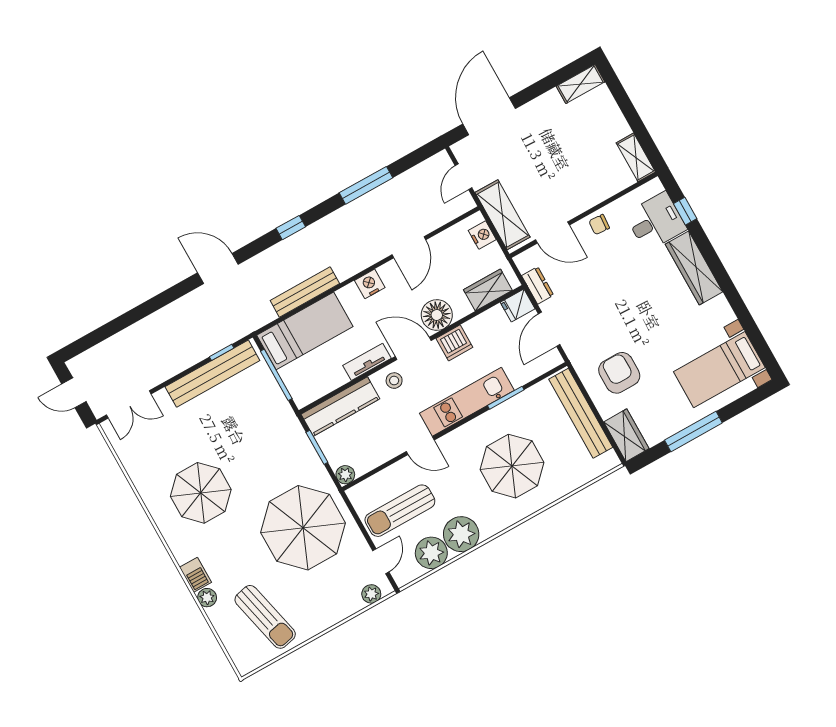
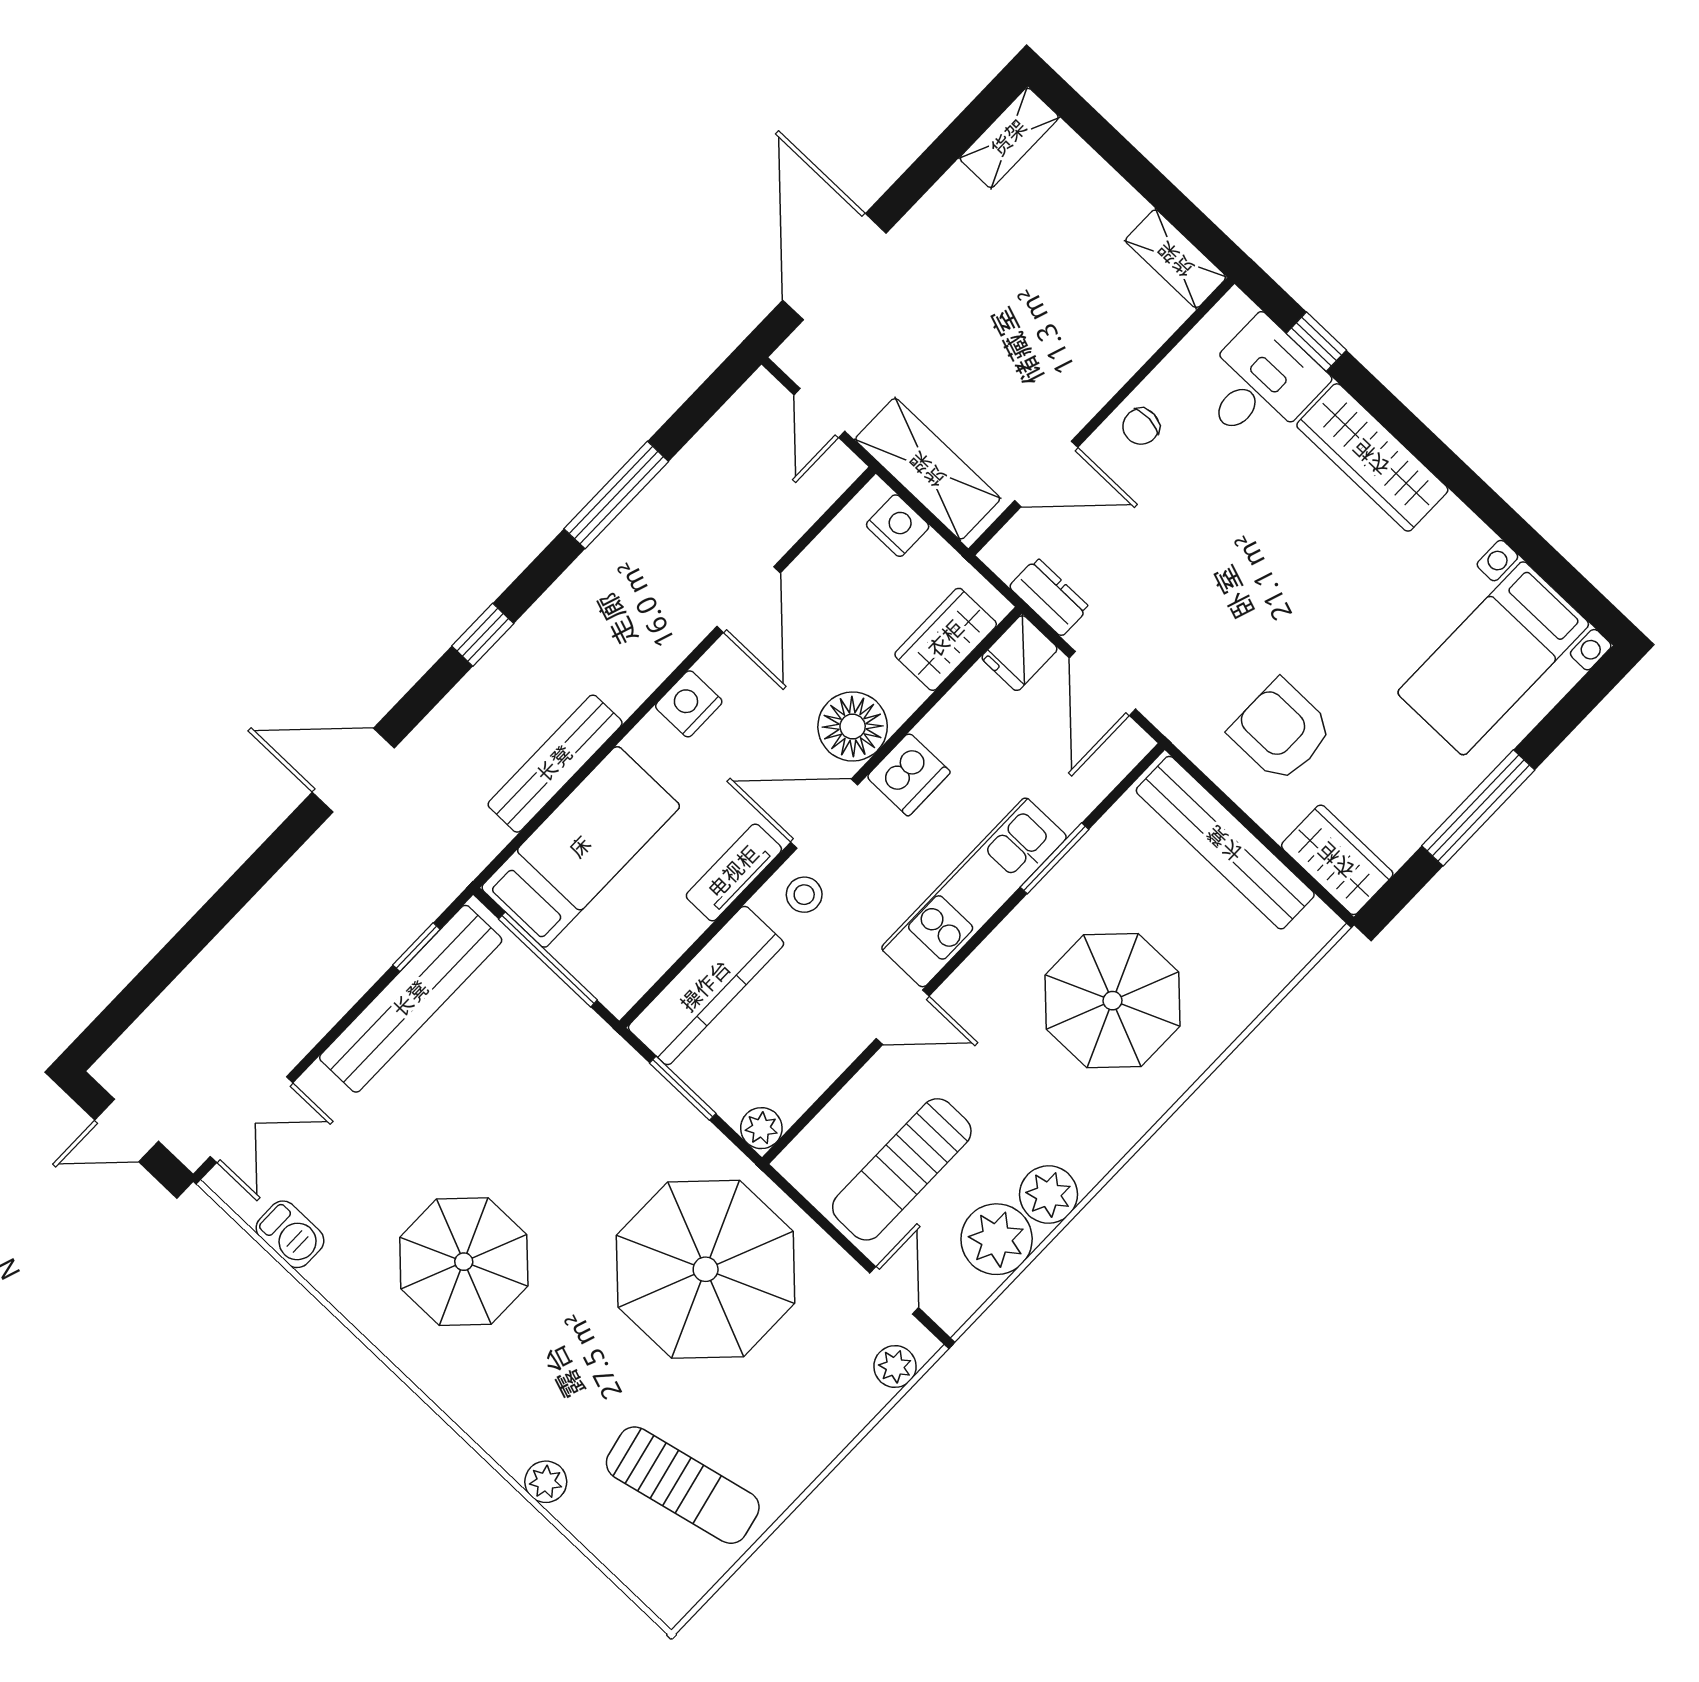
plant: (461, 534) -> (1049, 1194), width x0.73, depth x0.73
barbecue: (195, 575) -> (290, 1234), moved

